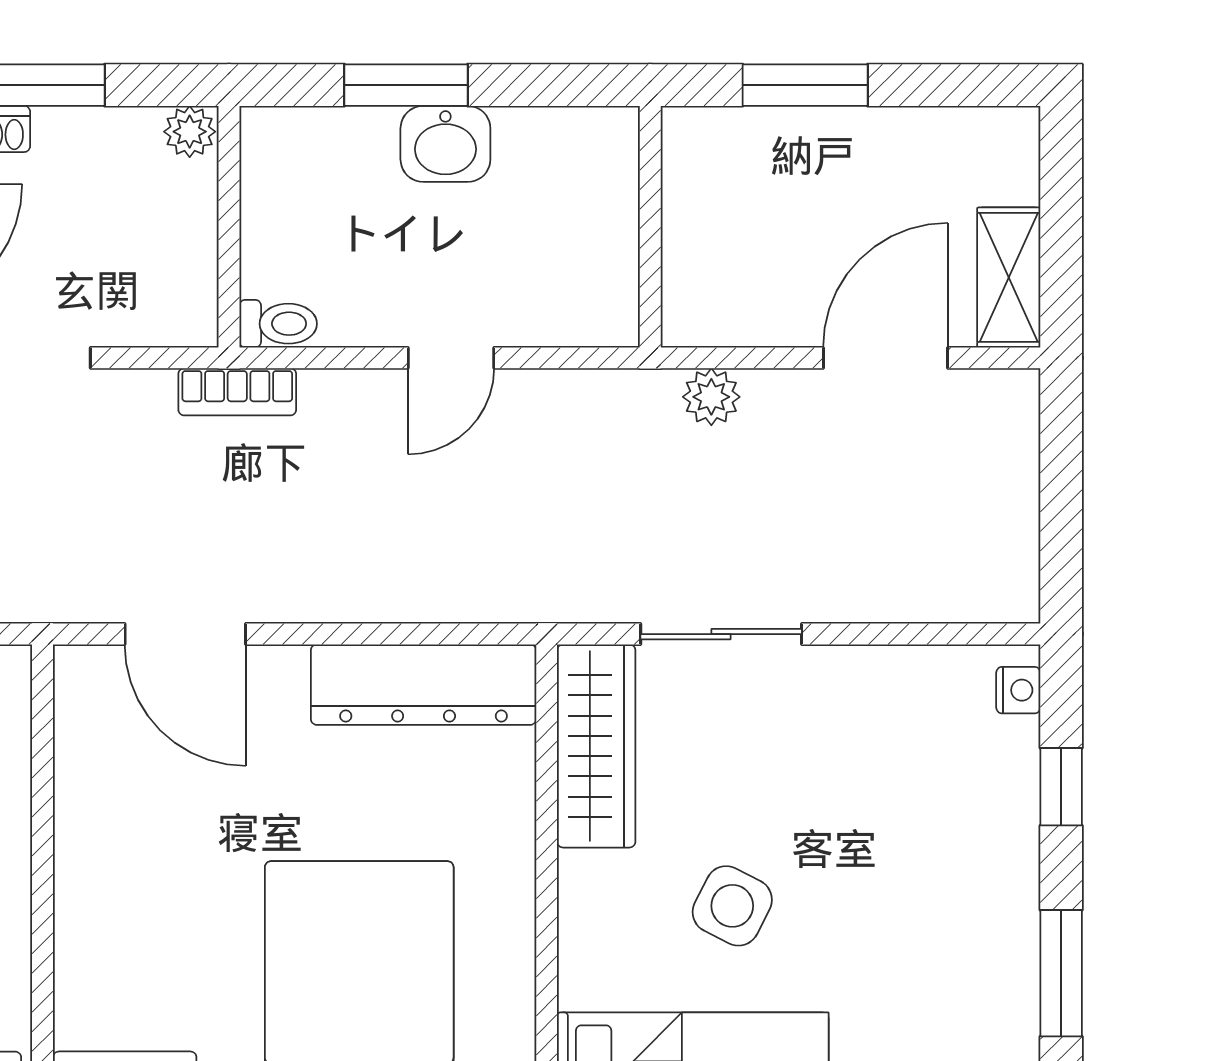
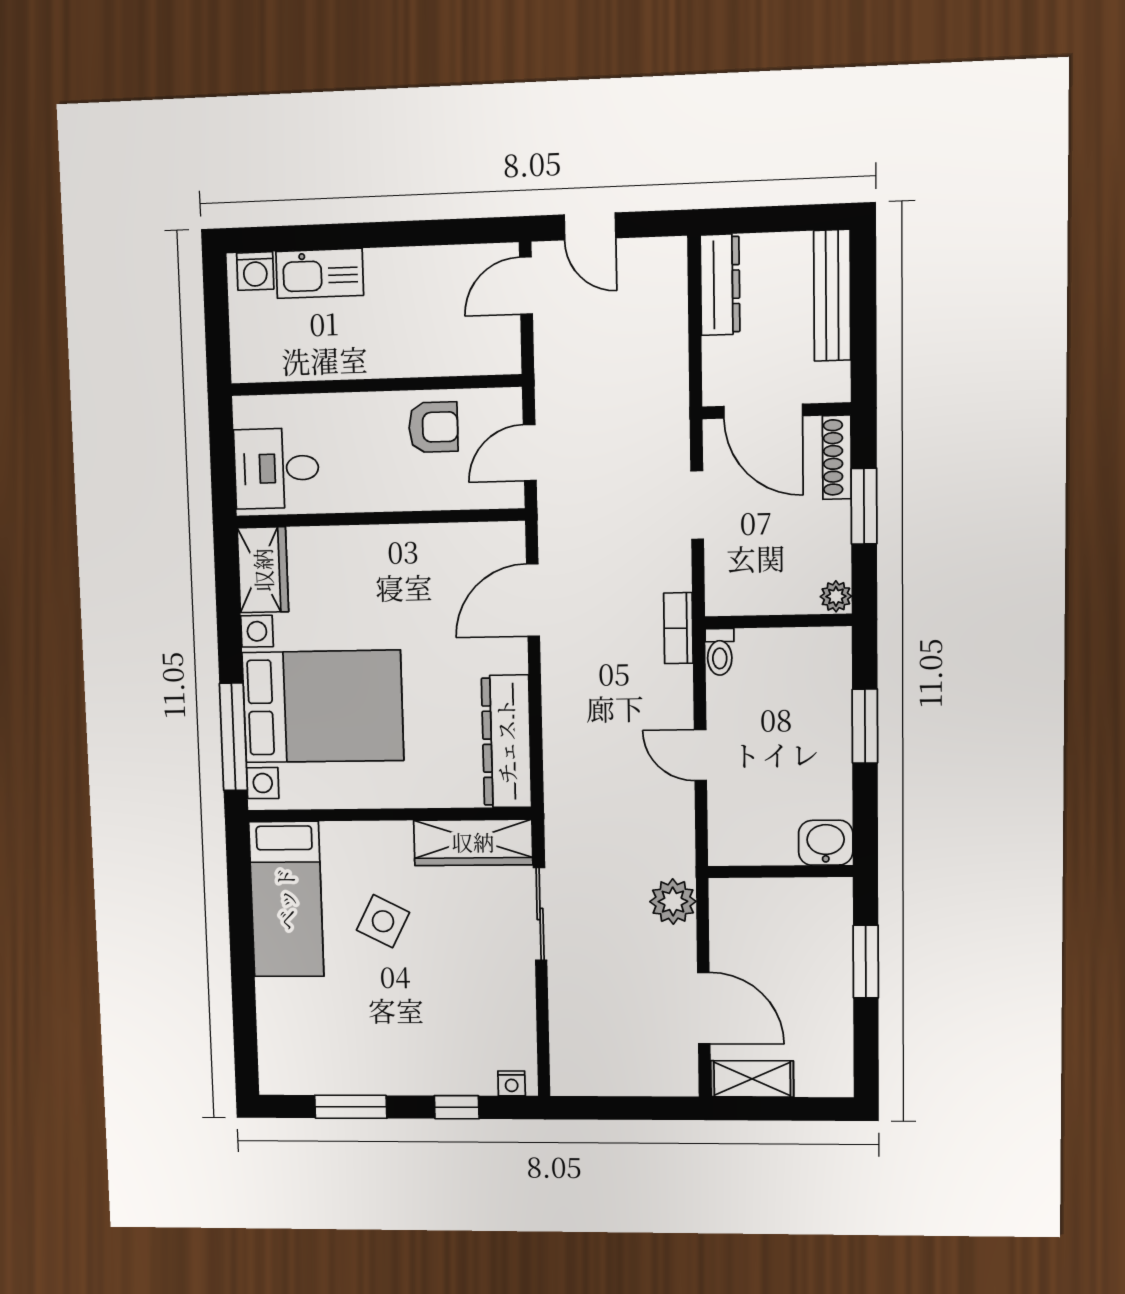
washbasin: (445, 144) -> (826, 843), moved, turned 90
plant: (711, 397) -> (673, 902), width x1.38, depth x1.38

